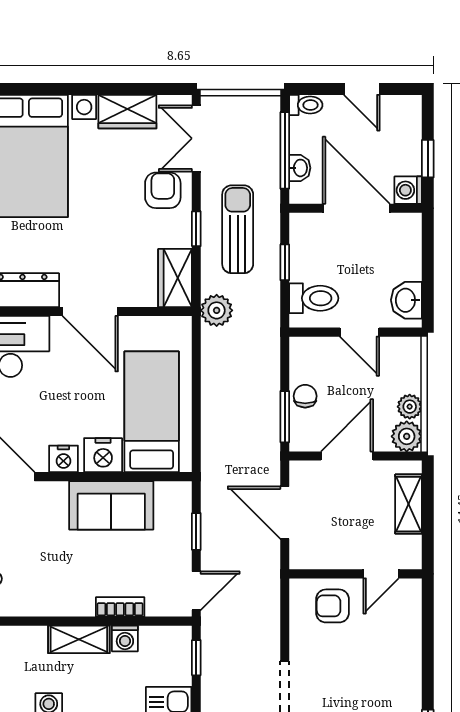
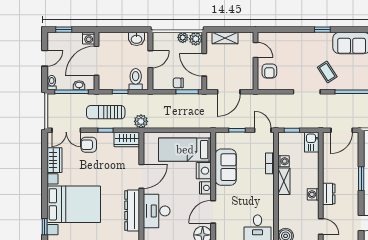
window: (428, 159) -> (64, 30), moved

